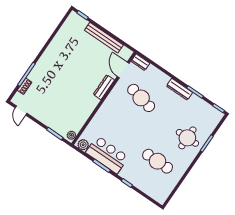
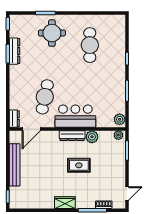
wardrobe: (47, 57) -> (65, 203), added
dresser: (104, 87) -> (72, 136), moved
rug: (69, 88) -> (79, 165), added
dresser: (179, 89) -> (15, 51), moved
plant: (84, 113) -> (92, 137), added
bar counter: (107, 155) -> (75, 116), moved, turned 90

